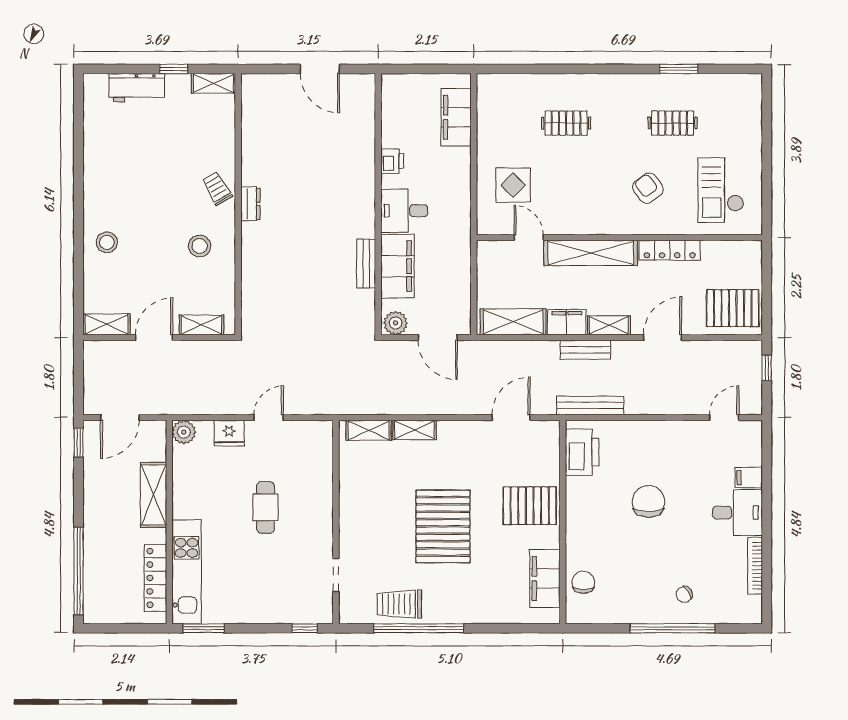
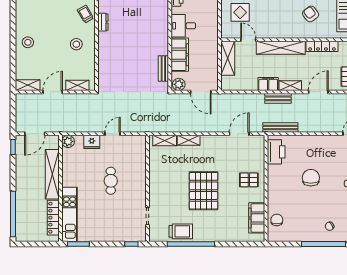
bench: (366, 264) -> (163, 68), moved
shelving: (513, 322) -> (228, 58), moved, turned 90
shelving: (154, 495) -> (52, 174), width x1.47
pallet: (530, 506) -> (249, 180), width x0.67, depth x0.71
trolley: (399, 604) -> (181, 231), turned 180

